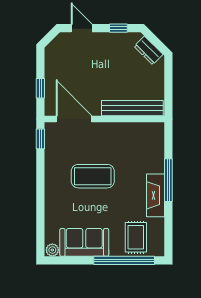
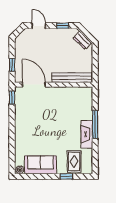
coffee table: (93, 176) -> (46, 122), removed
window: (124, 260) -> (66, 176), width x0.32

